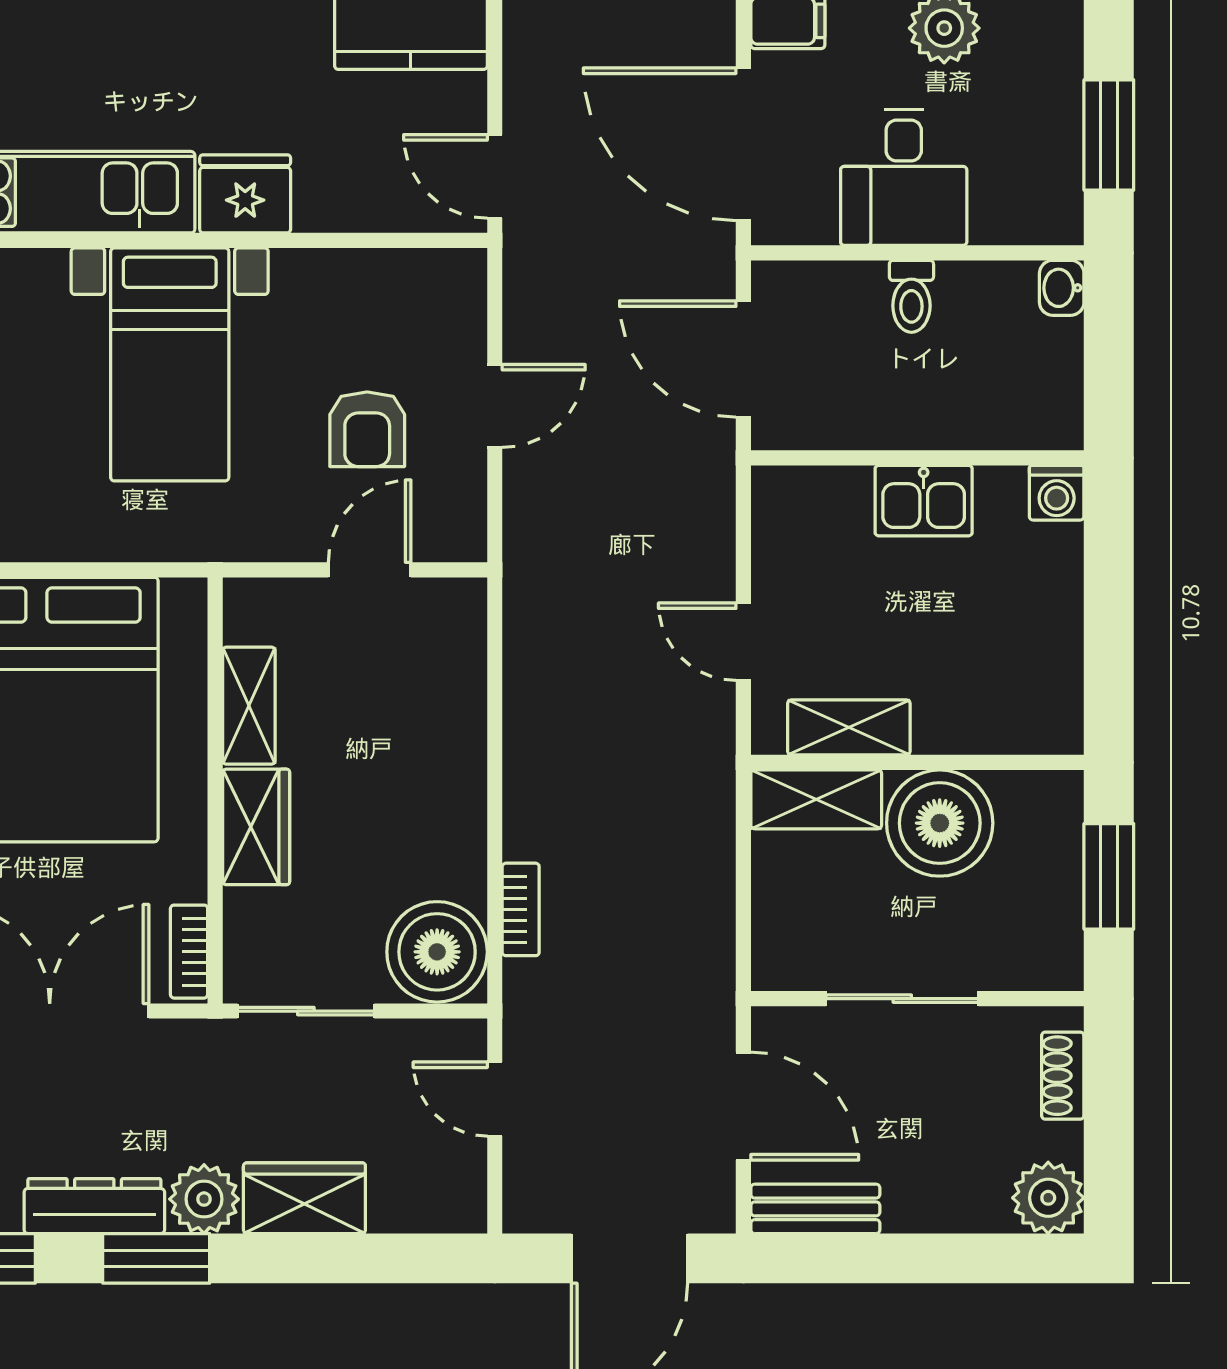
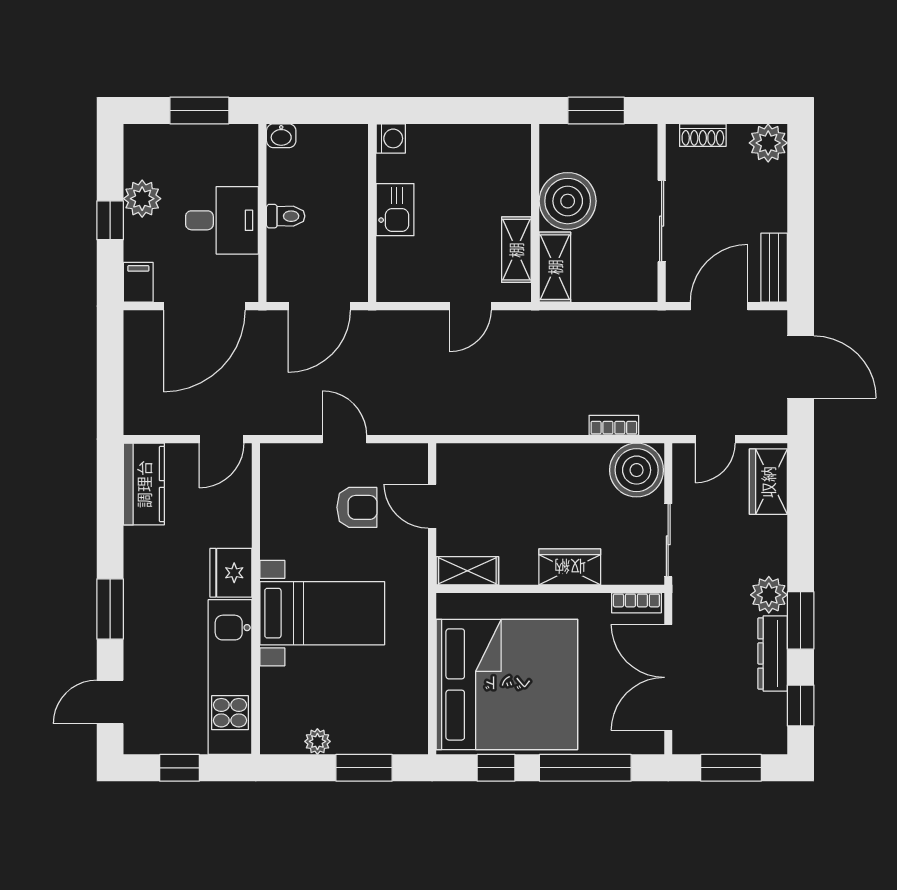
shelving: (249, 706) -> (467, 571), moved
wardrobe: (304, 1198) -> (768, 482), moved

